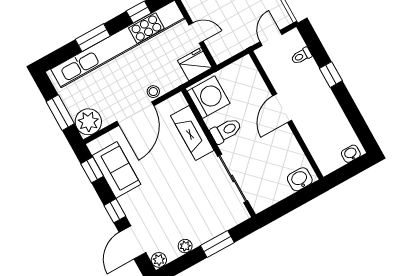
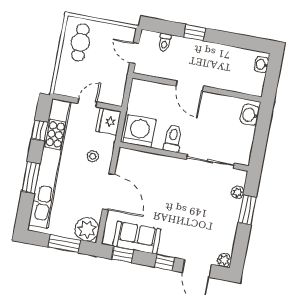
stool: (153, 92) -> (93, 156), moved
fireplace: (192, 133) -> (155, 163), removed
plant: (185, 246) -> (238, 192), moved

